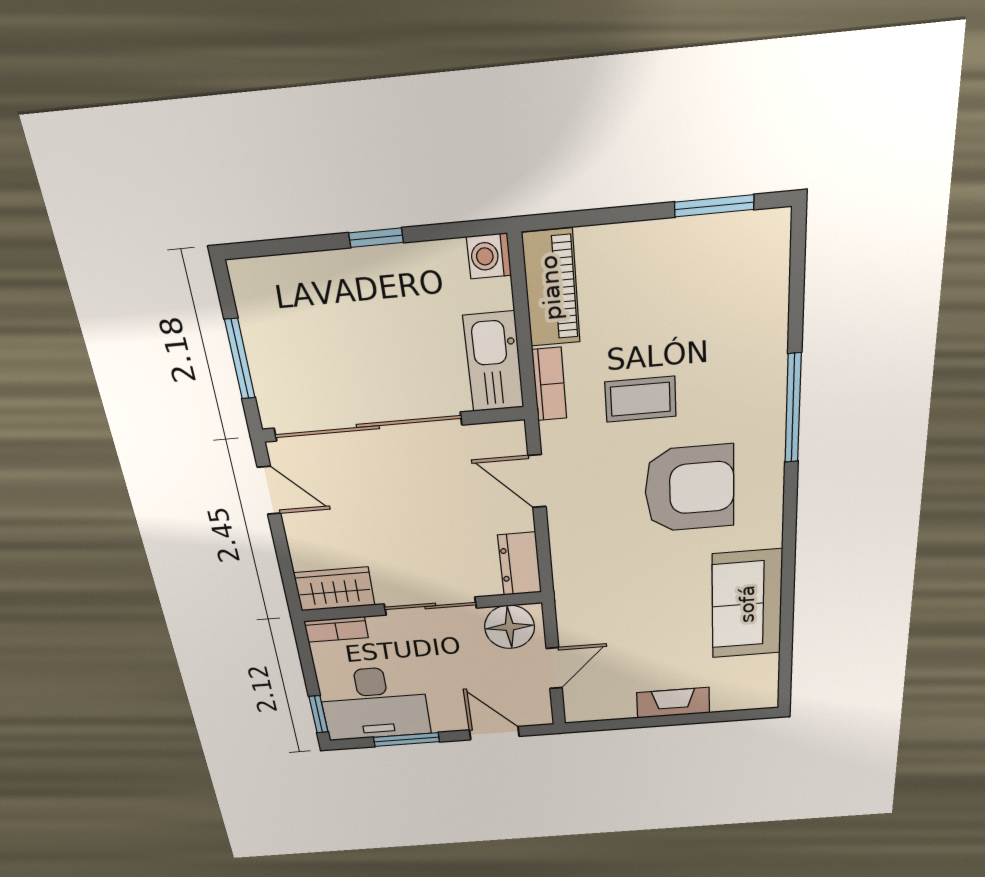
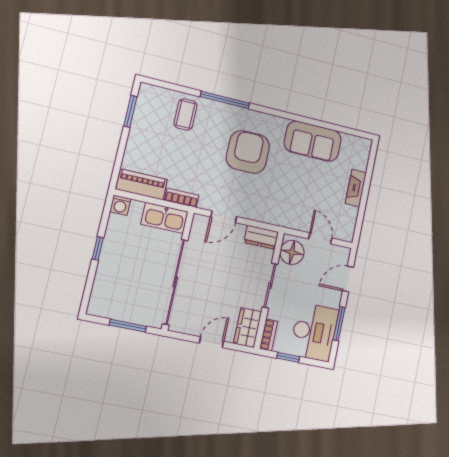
coffee table: (640, 399) -> (186, 114), moved
door: (269, 490) -> (211, 342), moved
window: (319, 714) -> (288, 357), moved

